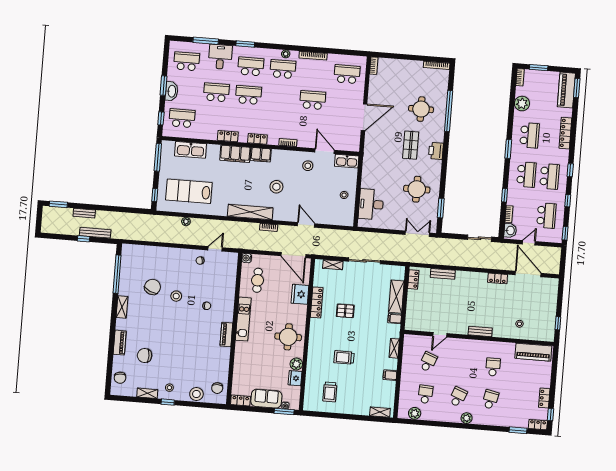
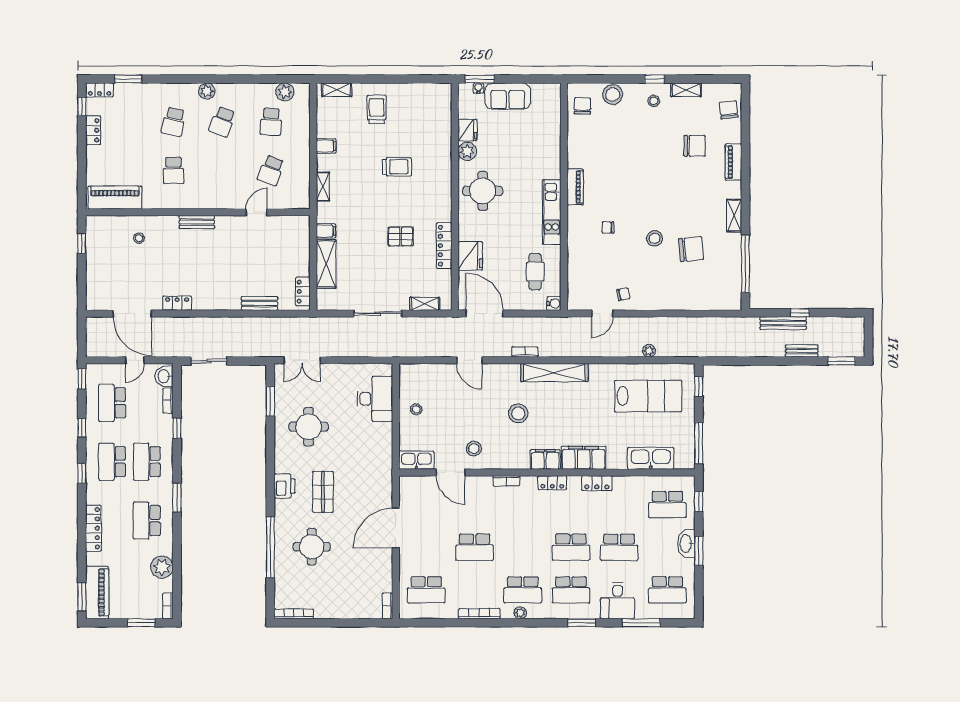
chair: (153, 287) -> (691, 249), turned -118
trolley: (330, 392) -> (377, 109), moved
locker: (241, 401) -> (546, 90), removed

